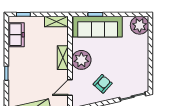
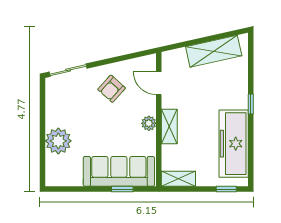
plant: (140, 25) -> (58, 141), moved
freezer: (16, 35) -> (234, 144), width x1.91, depth x1.26
plant: (81, 60) -> (149, 123), width x0.53, depth x0.53
door: (70, 88) -> (159, 83), swing flipped

